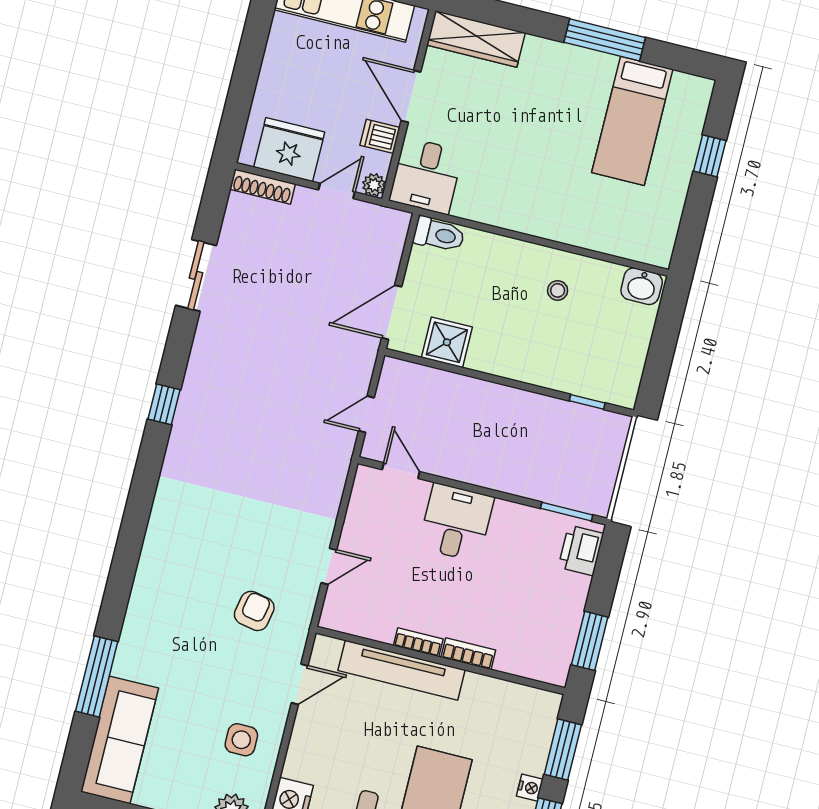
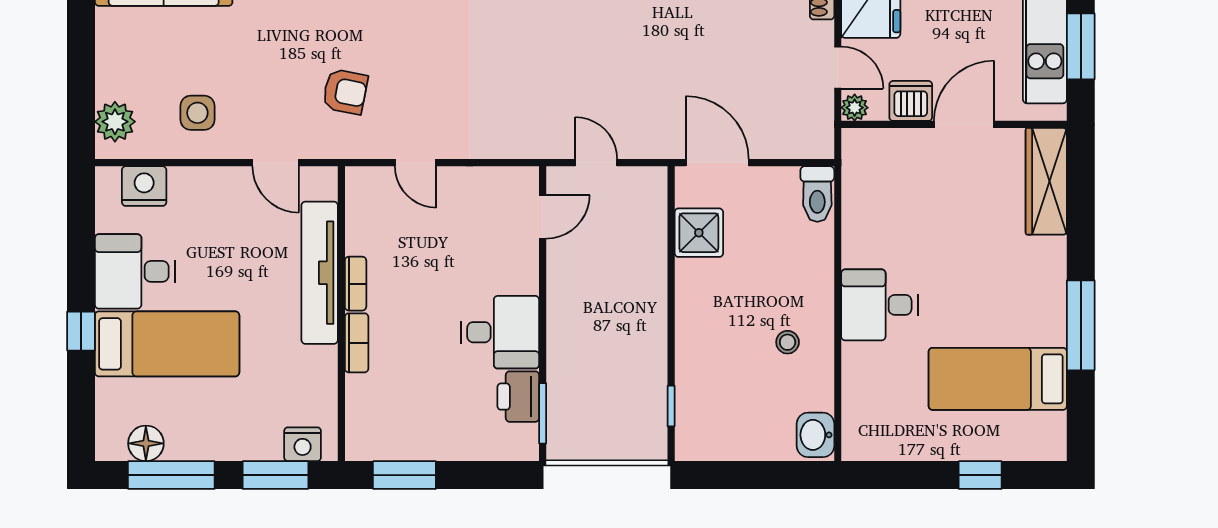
dishwasher: (380, 136) -> (911, 101), width x1.38
desk: (426, 176) -> (879, 305), moved
desk: (456, 522) -> (500, 332), moved
printer: (581, 550) -> (518, 397), moved, turned -90
nightstand: (530, 788) -> (303, 444), moved, width x1.39, depth x1.35

